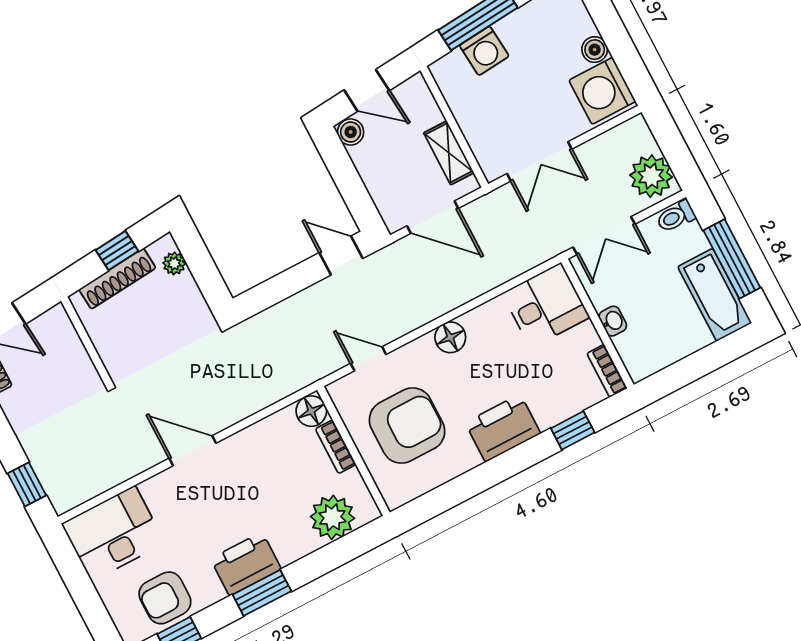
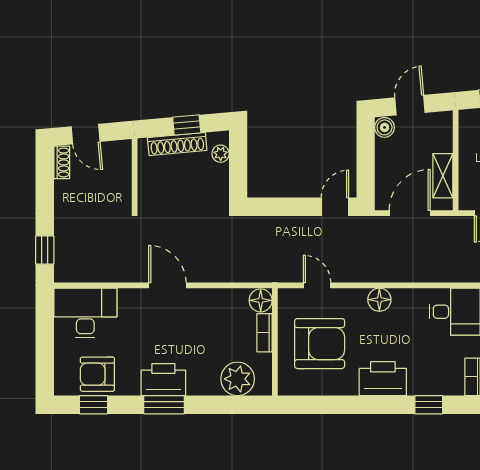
door: (367, 90) -> (410, 105), swing flipped
door: (433, 217) -> (410, 213), swing flipped
door: (341, 256) -> (335, 207), hinge flipped

